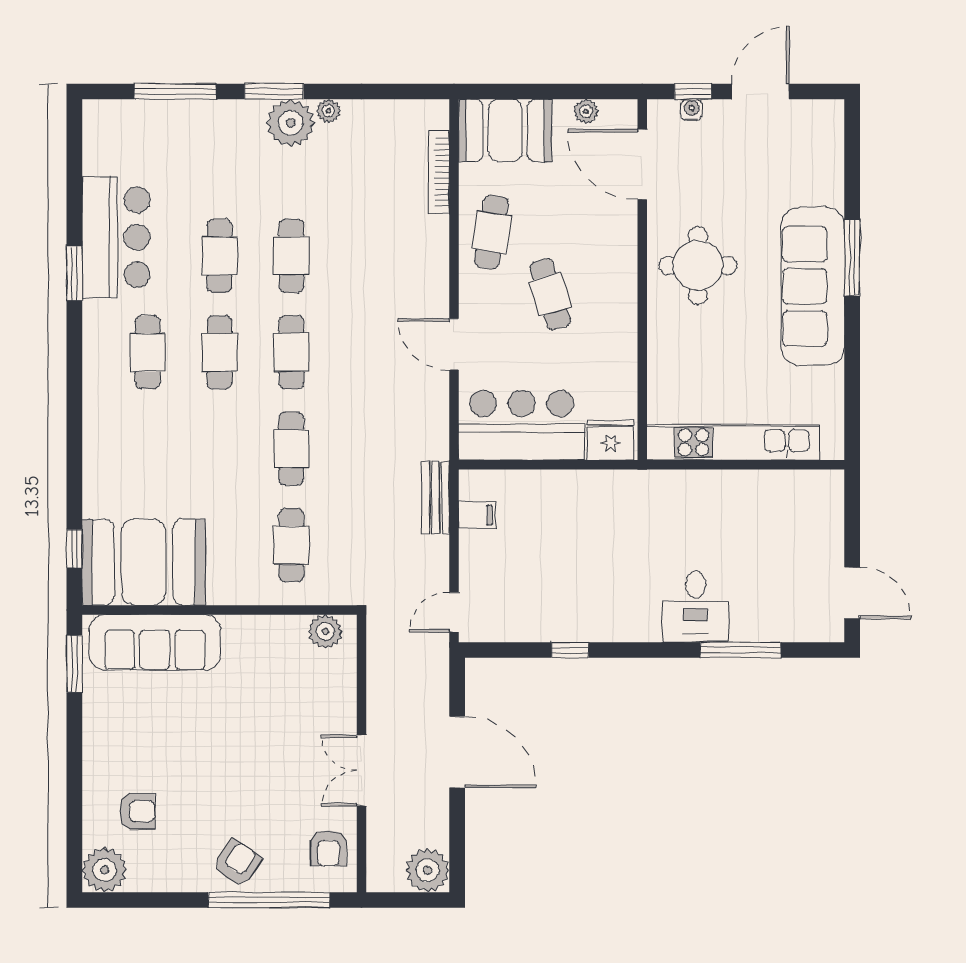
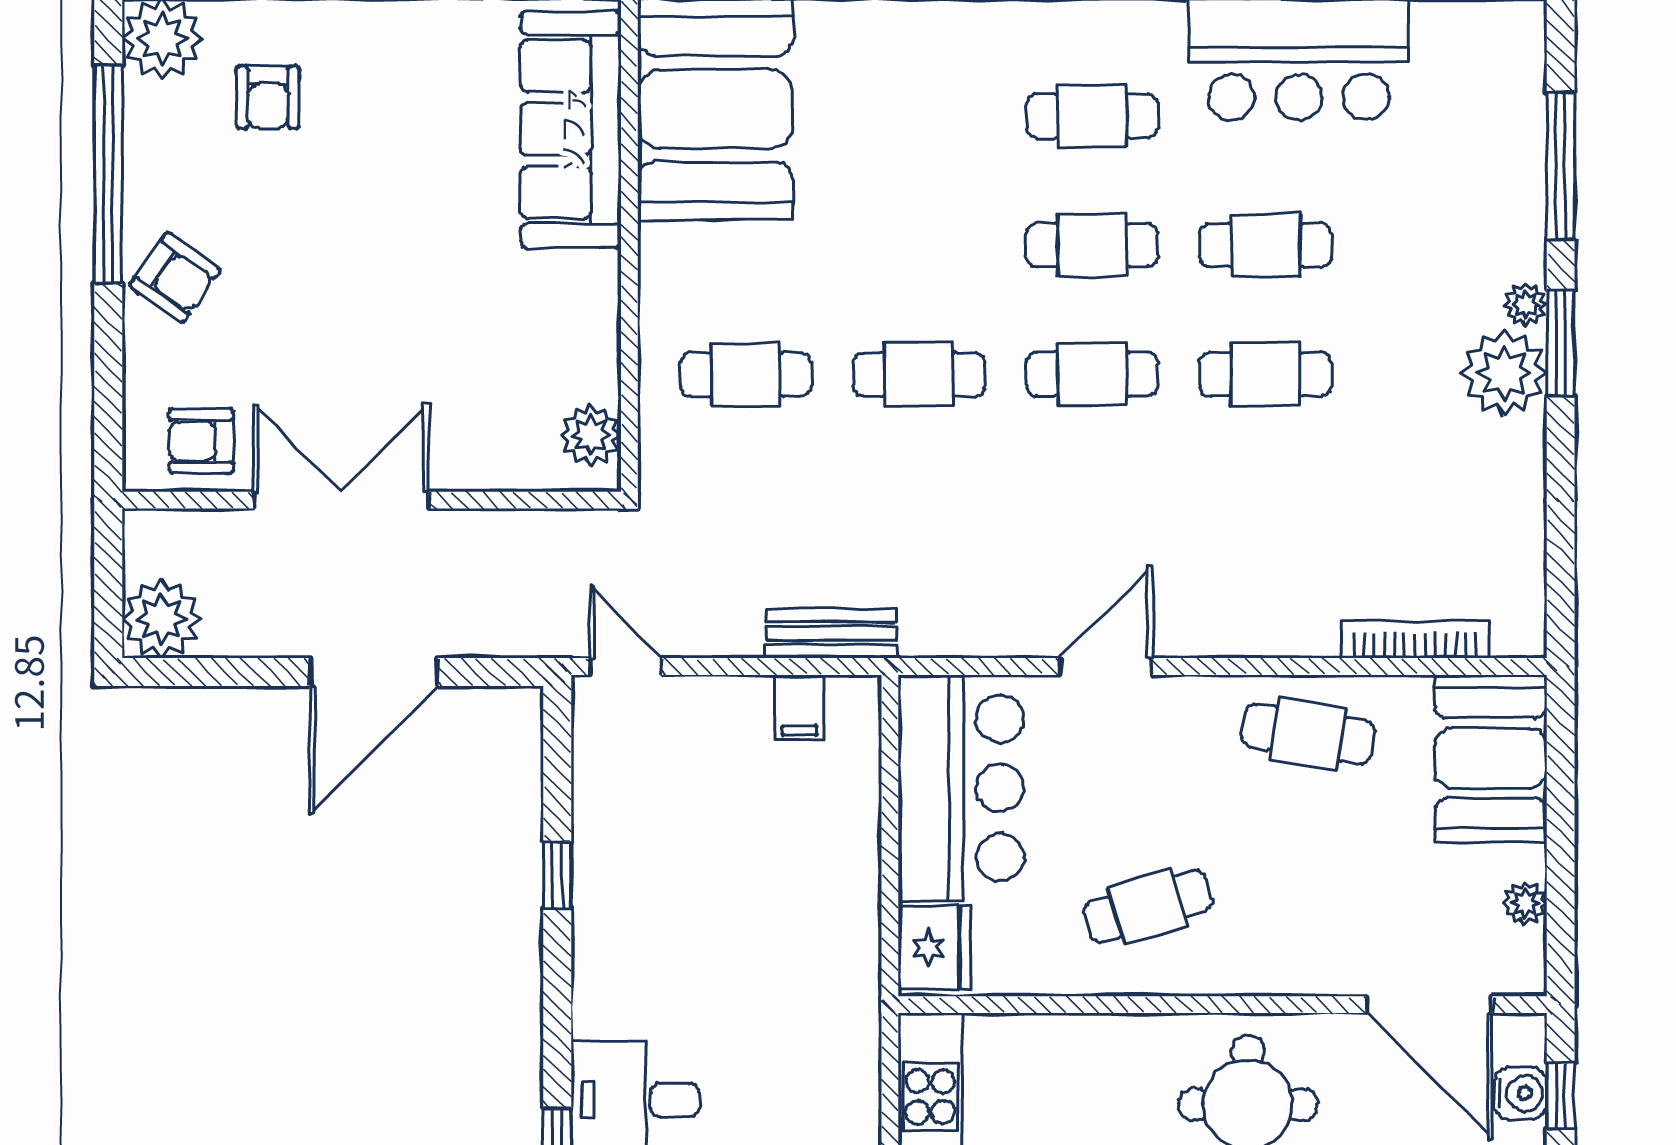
water cooler: (692, 110) -> (1520, 1093), width x1.38, depth x1.38
plant: (328, 111) -> (1526, 305), moved
door: (642, 165) -> (1429, 1005), swing flipped
cafe table: (550, 294) -> (1148, 906), moved
double door: (361, 770) -> (341, 500), width x1.37
window: (269, 900) -> (108, 174), moved

